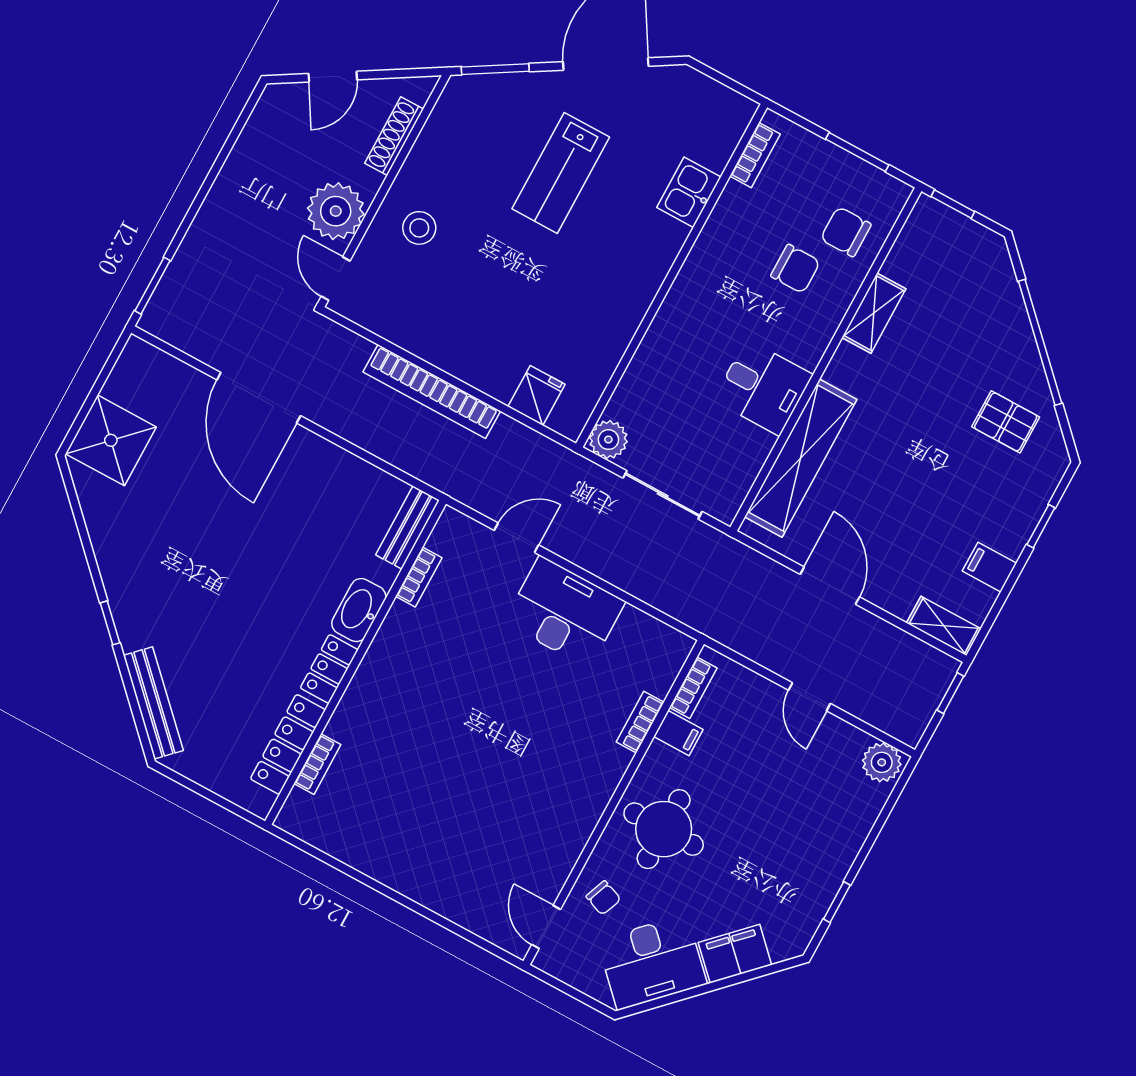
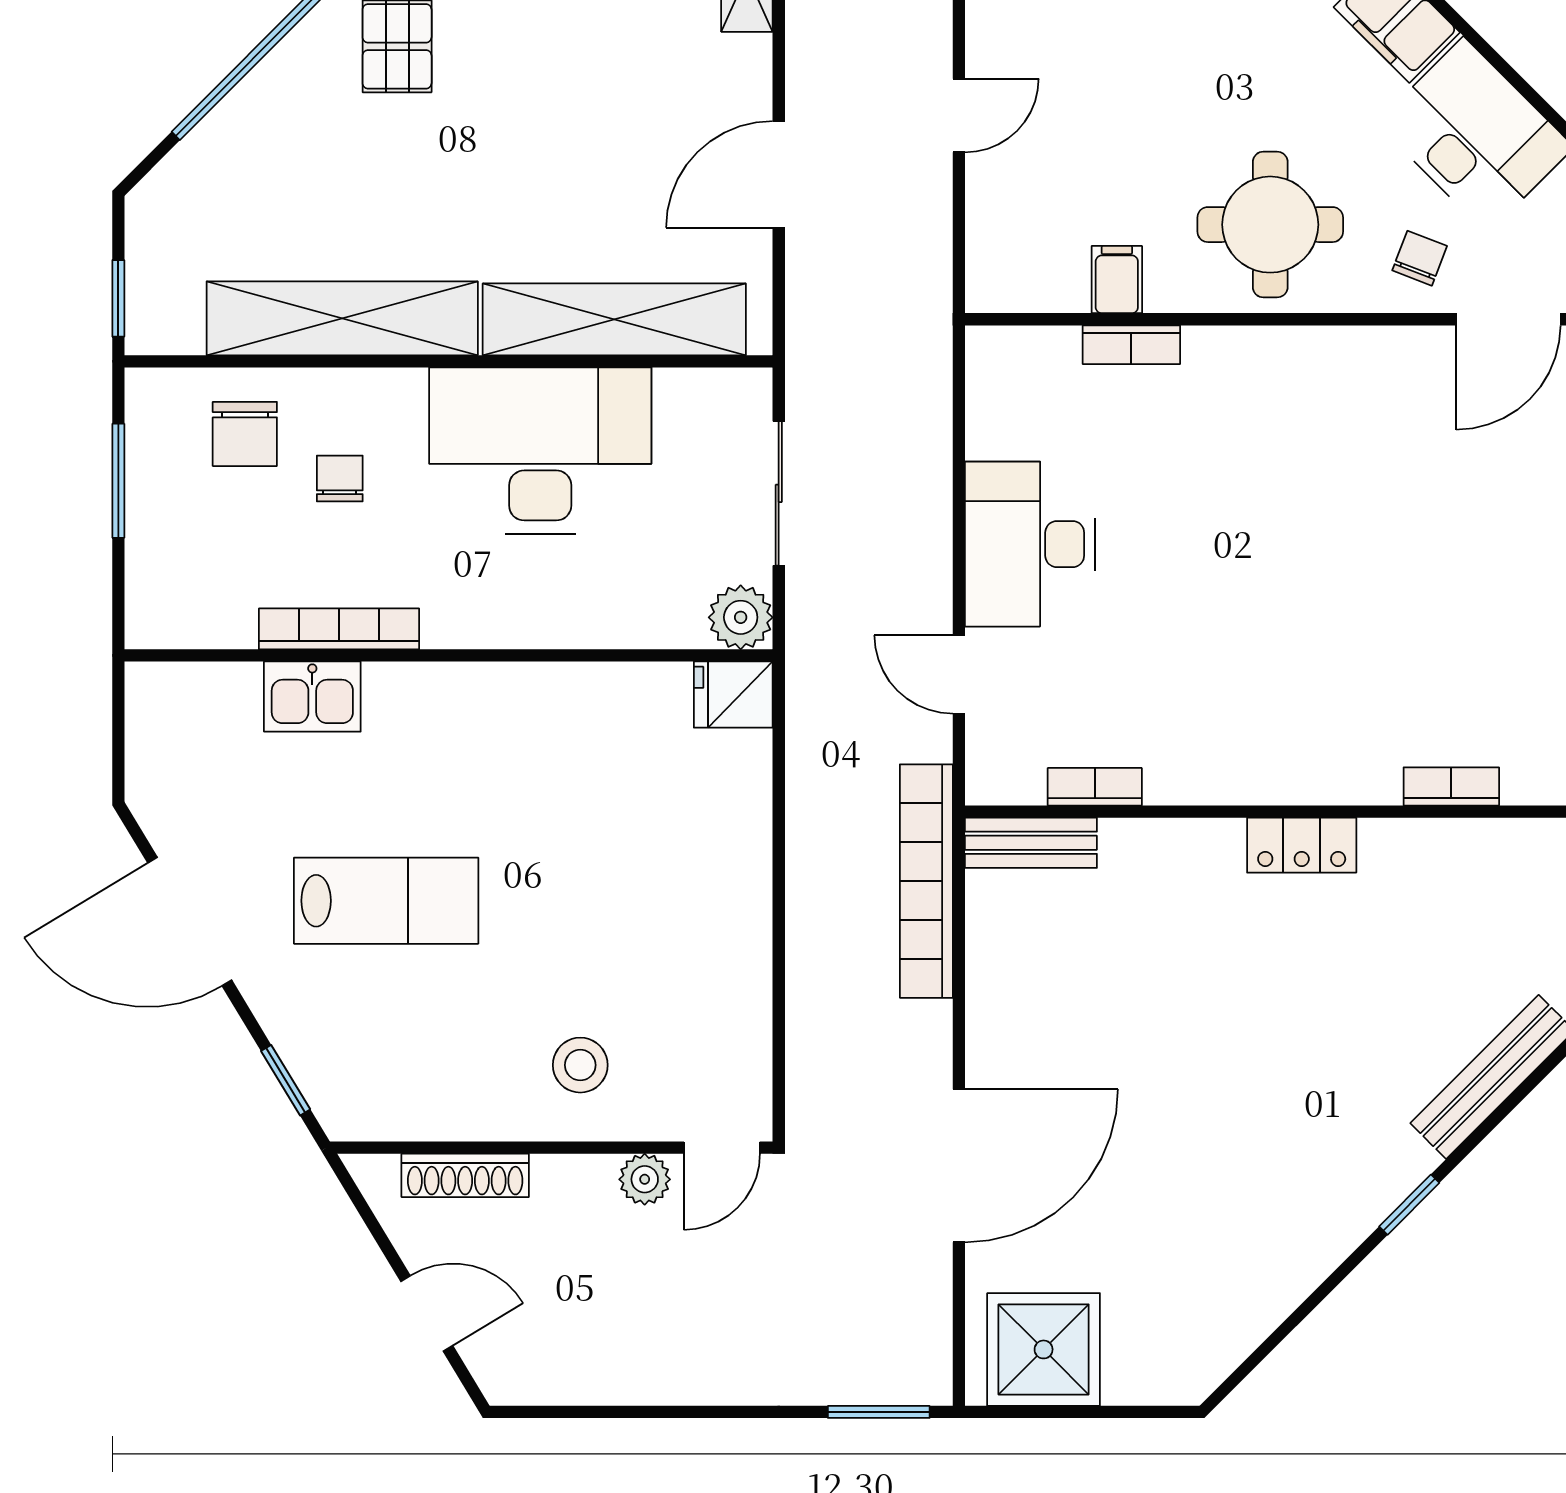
window: (495, 69) -> (286, 1080), width x0.67
bookcase: (755, 155) -> (339, 629), moved, width x1.56
plant: (336, 211) -> (645, 1179), width x0.53, depth x0.53
chair: (795, 269) -> (340, 479), width x0.73, depth x0.73
shelving: (874, 313) -> (342, 318), width x2.20, depth x1.33
desk: (763, 387) -> (540, 451), width x1.87, depth x1.30
bookcase: (432, 392) -> (926, 881), moved, turned 180
fridge: (536, 395) -> (733, 695), moved
shower: (111, 440) -> (1044, 1349), moved
washbasin: (359, 610) -> (1191, 849), removed
bookcase: (693, 688) -> (1038, 294), removed
locker: (288, 744) -> (1446, 846), removed
door: (546, 927) -> (1508, 319), width x1.38

